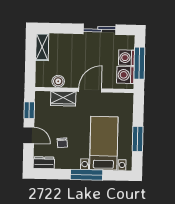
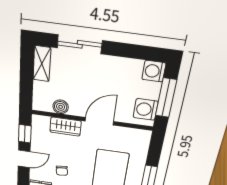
sliding door: (100, 29) -> (80, 44), moved
washing machine: (127, 58) -> (154, 71), moved
door: (29, 135) -> (24, 159), hinge flipped

